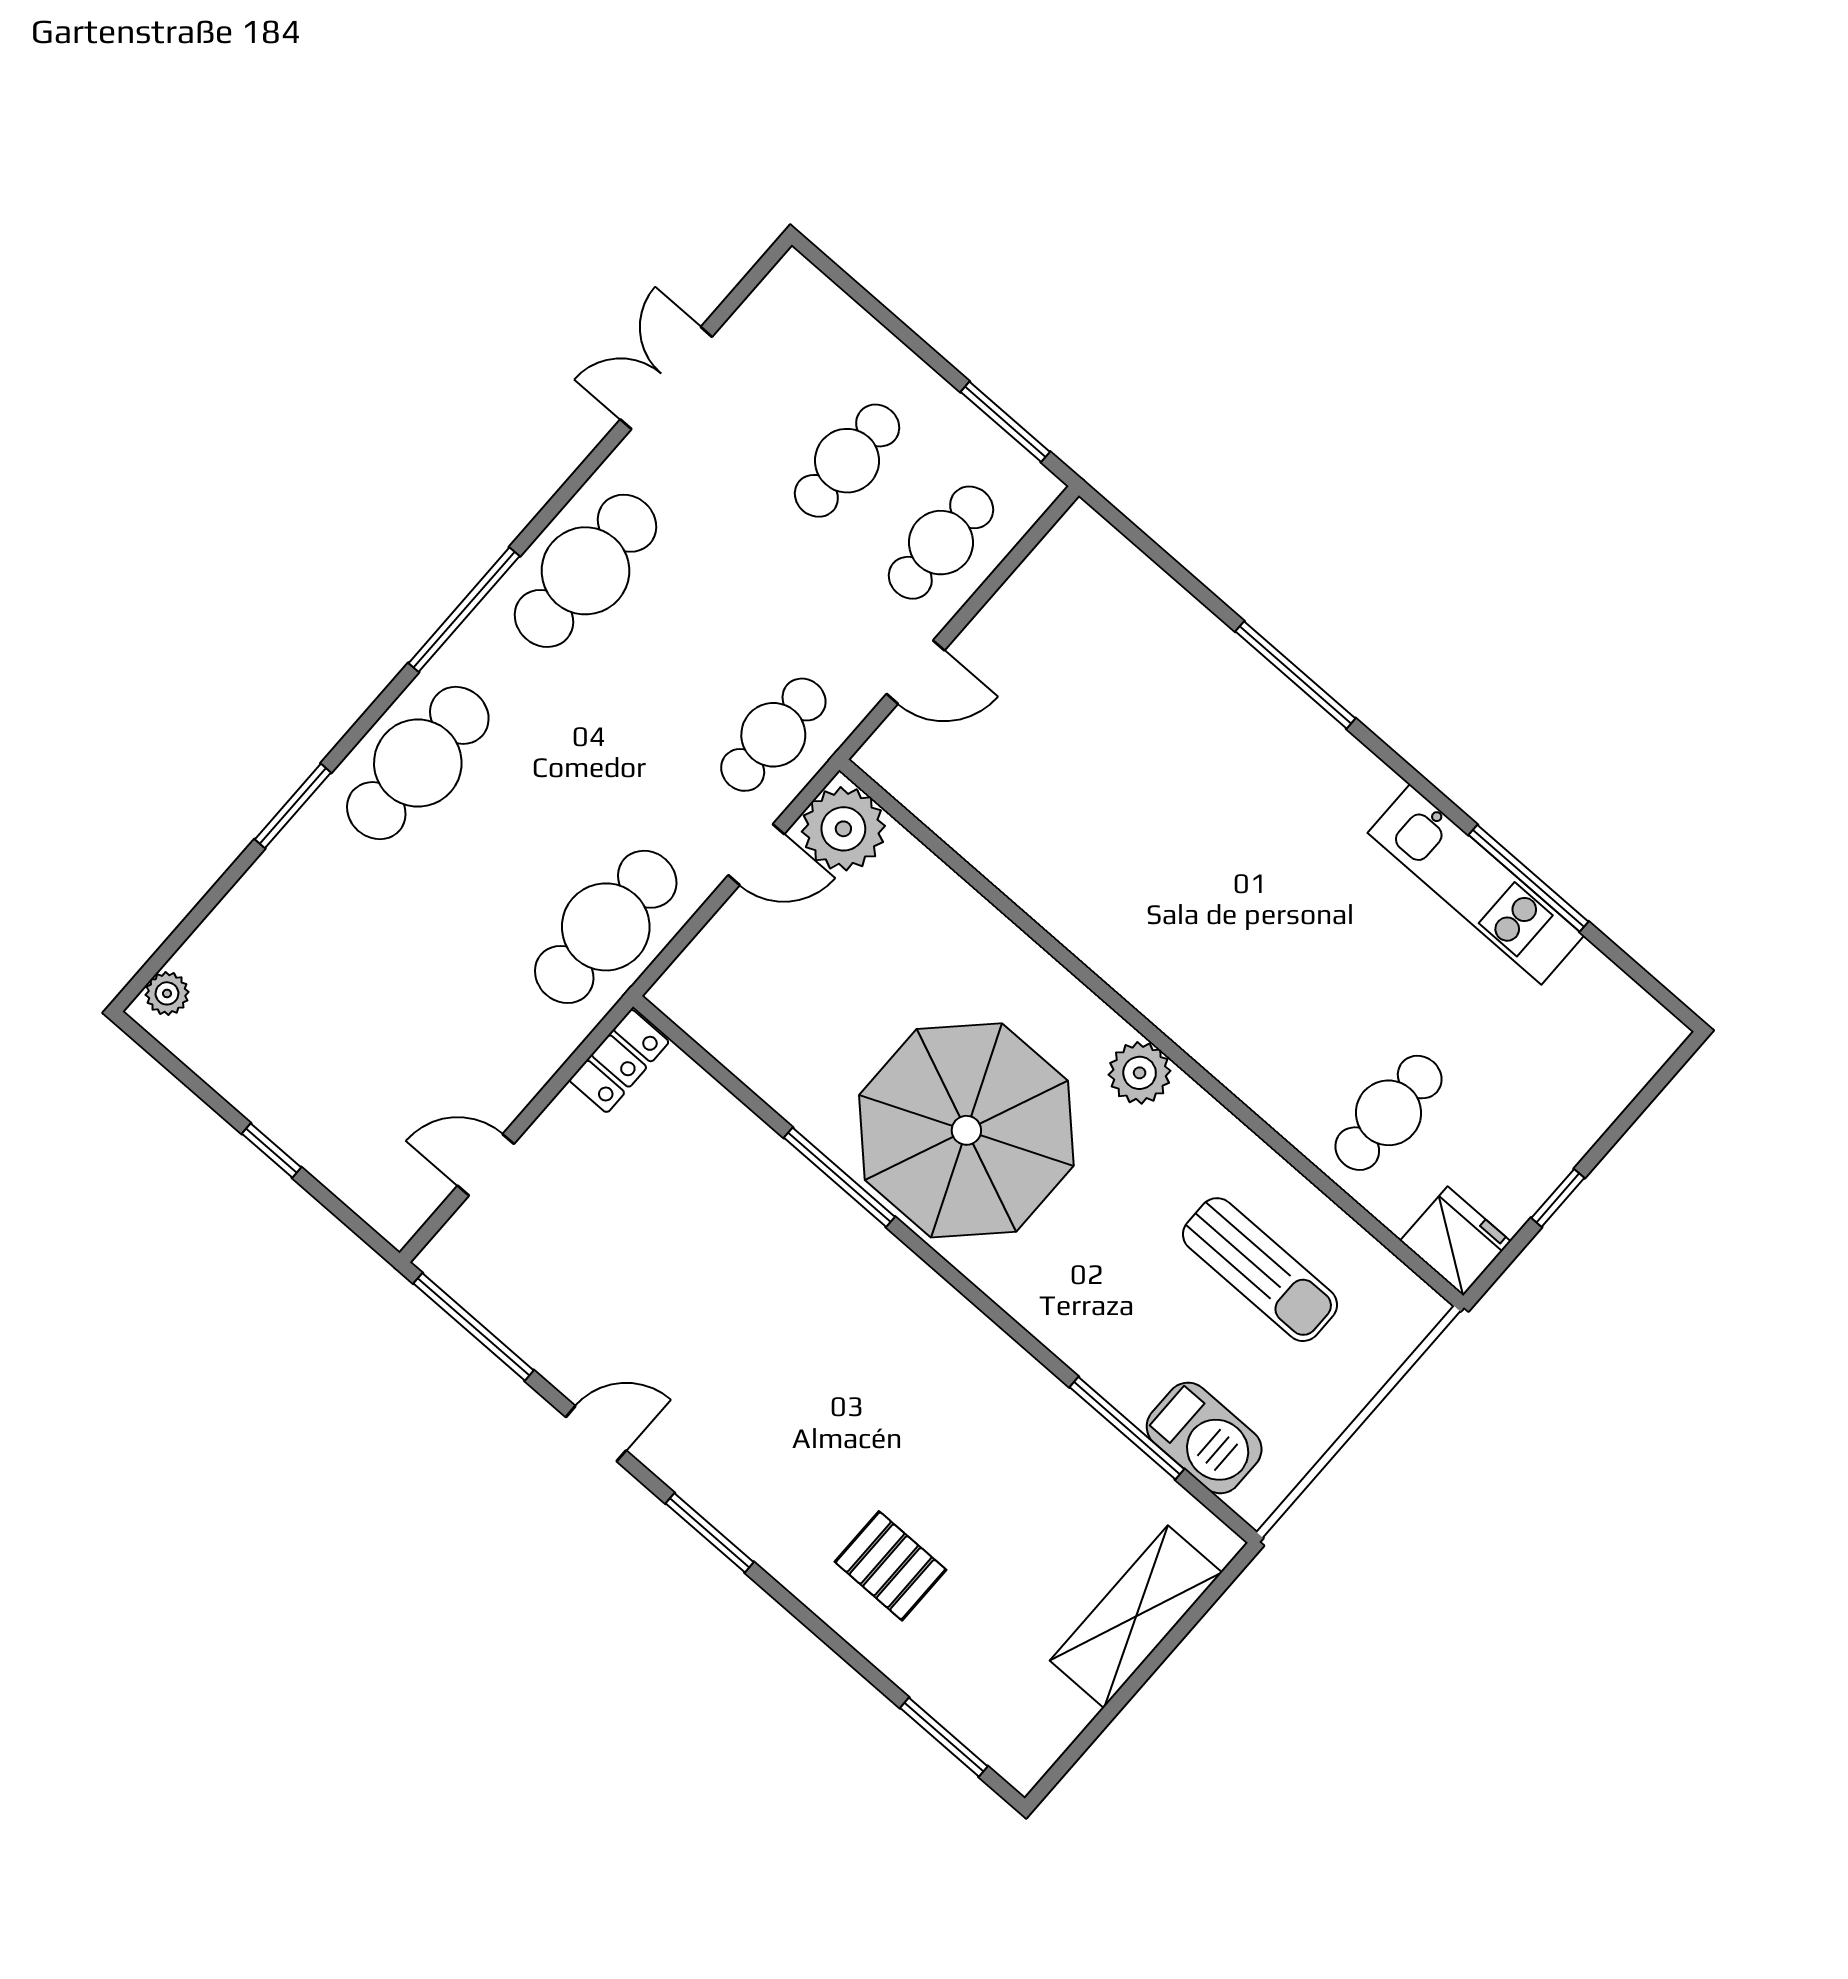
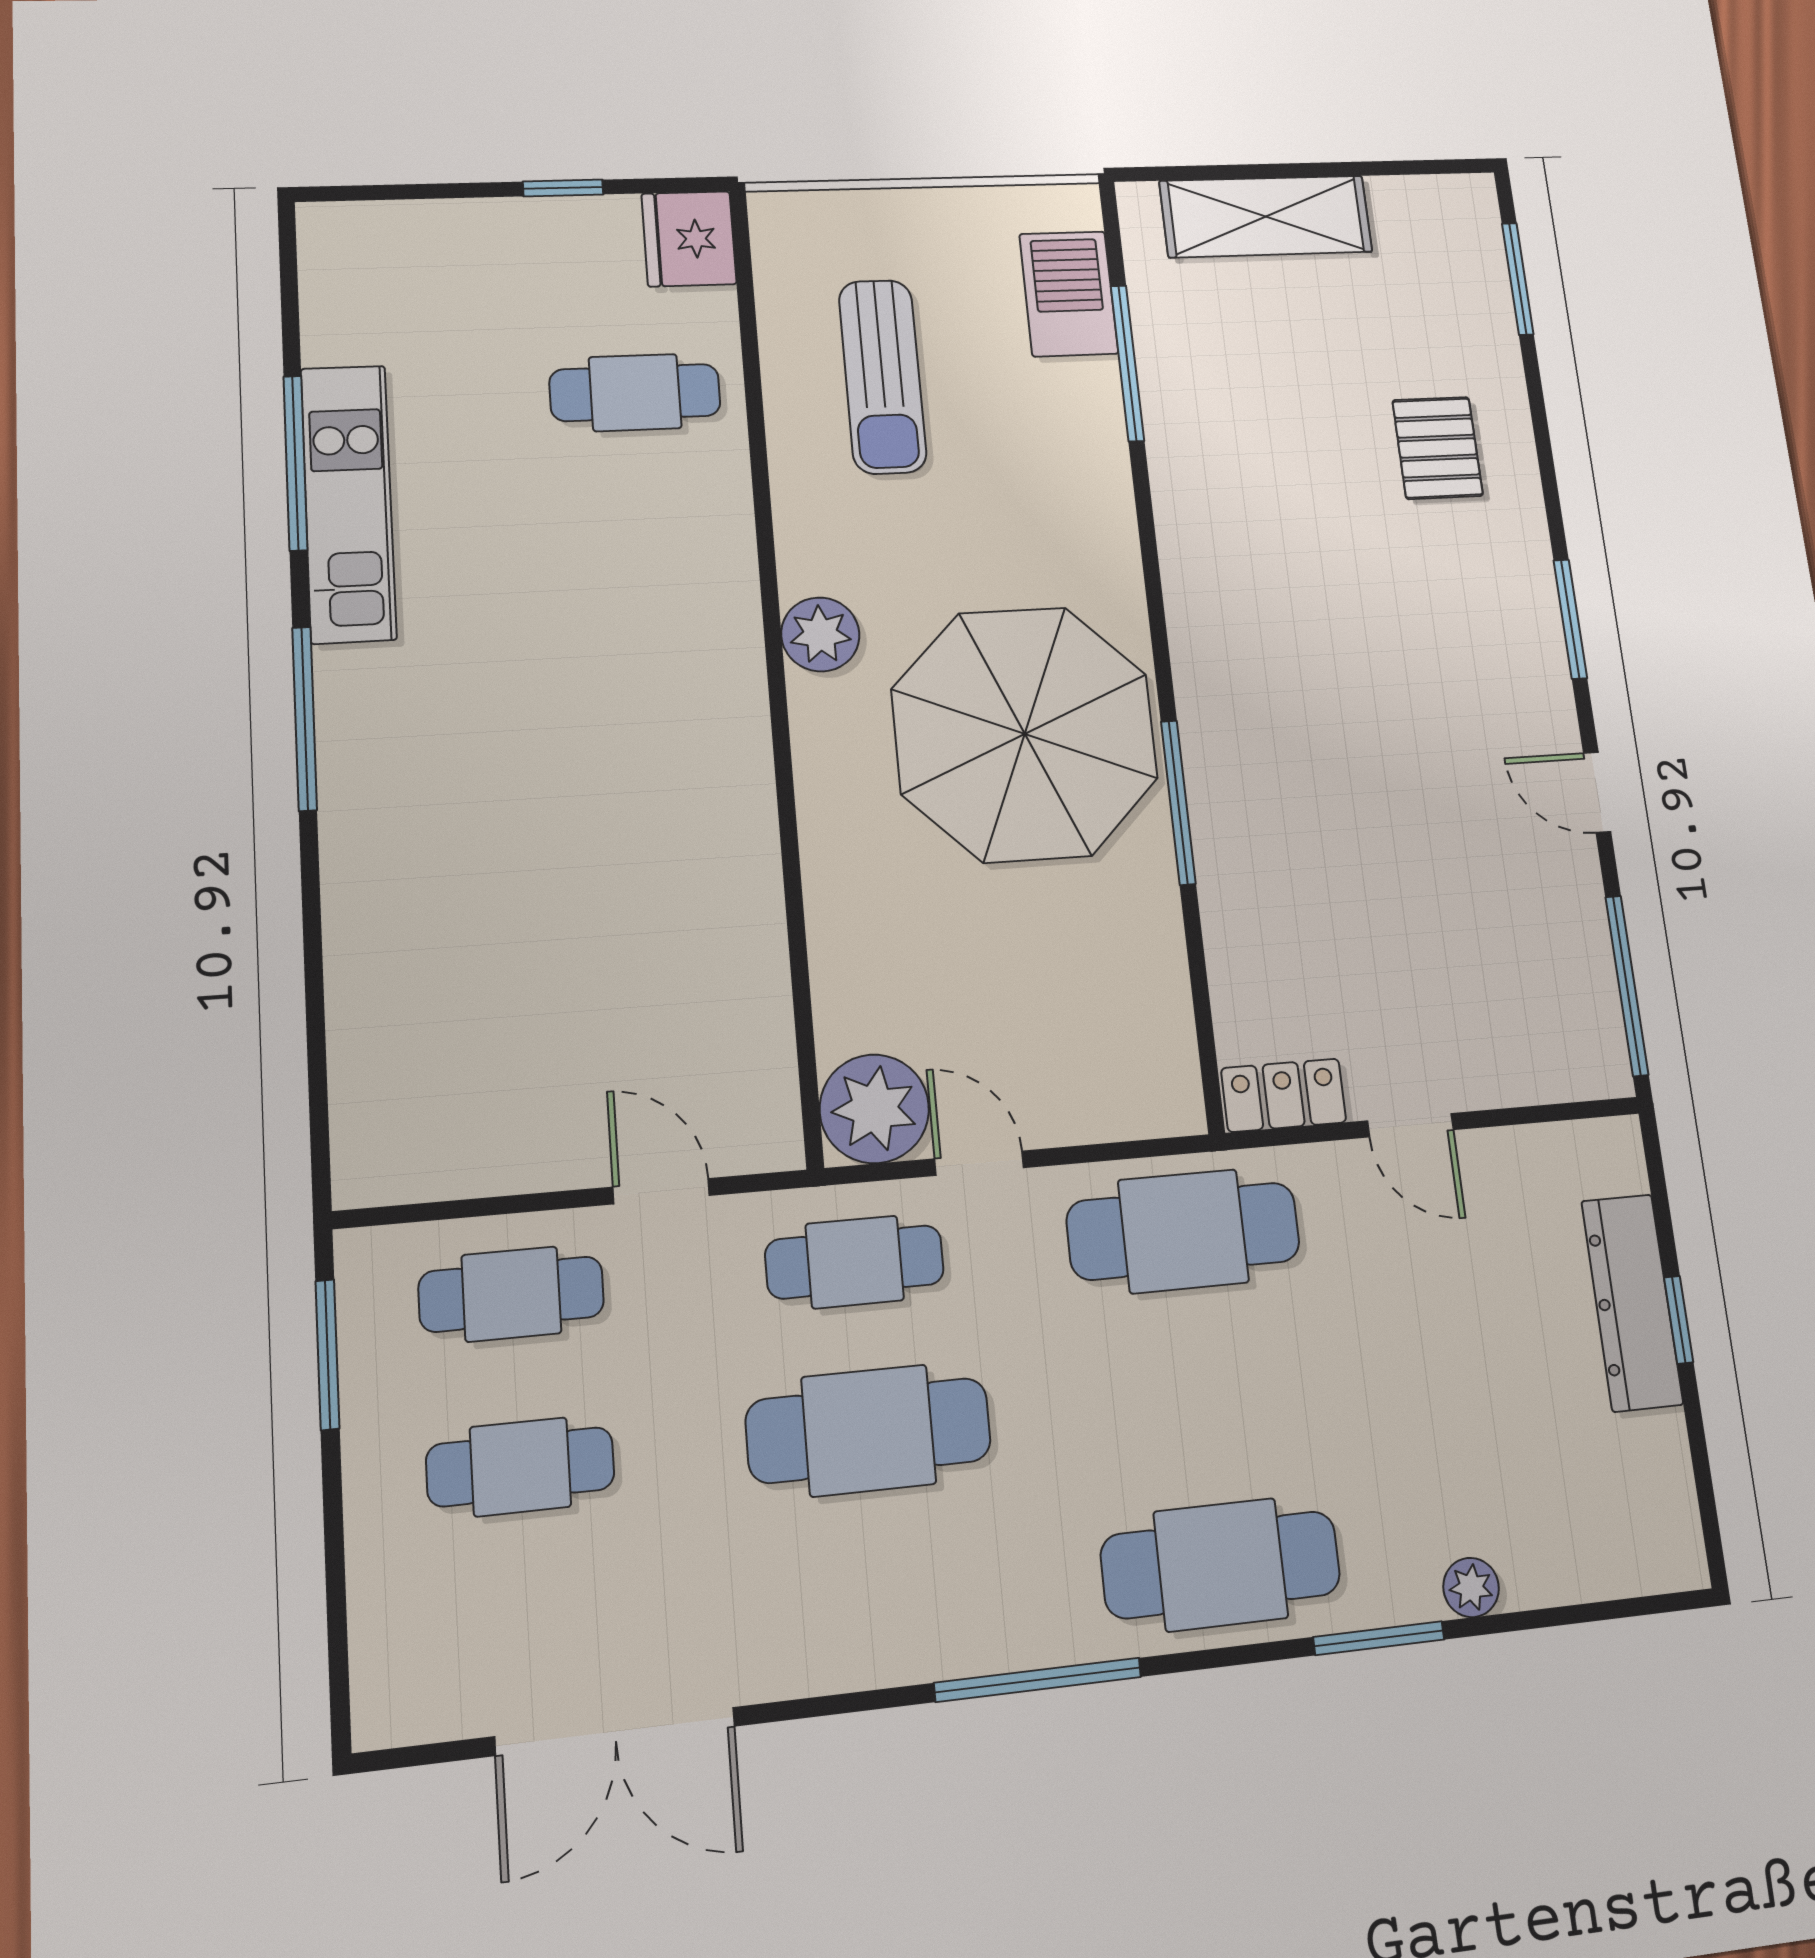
double door: (666, 378) -> (615, 1731), width x1.37
cafe table: (585, 571) -> (869, 1430), moved
window: (1295, 675) -> (305, 718), moved
plant: (167, 993) -> (1471, 1587), moved
dresser: (308, 1135) -> (1632, 1302), added
door: (486, 1165) -> (1410, 1125), moved
sun lounger: (1260, 1270) -> (882, 376), turned 180

